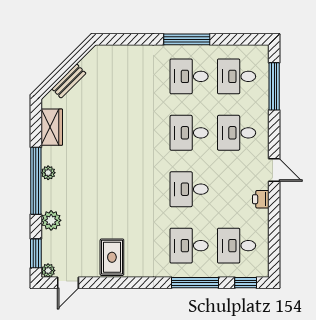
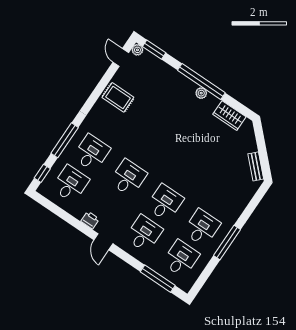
bench: (69, 81) -> (256, 166), moved
door: (274, 170) -> (103, 242), hinge flipped
plant: (51, 220) -> (169, 74), removed

